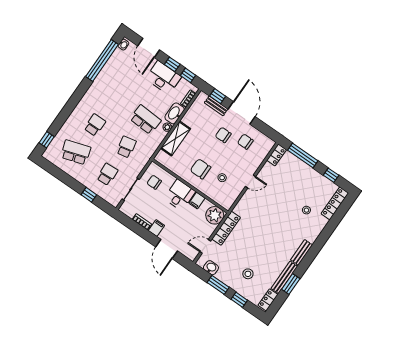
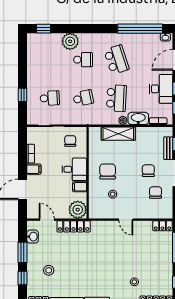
plant: (72, 125) -> (70, 41), added
school desk: (76, 152) -> (116, 60), moved

